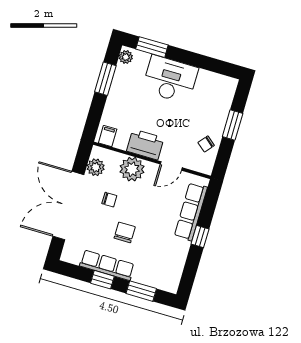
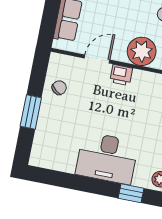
window: (152, 47) -> (131, 193), width x0.67
printer: (145, 144) -> (121, 75), width x0.53, depth x0.68

